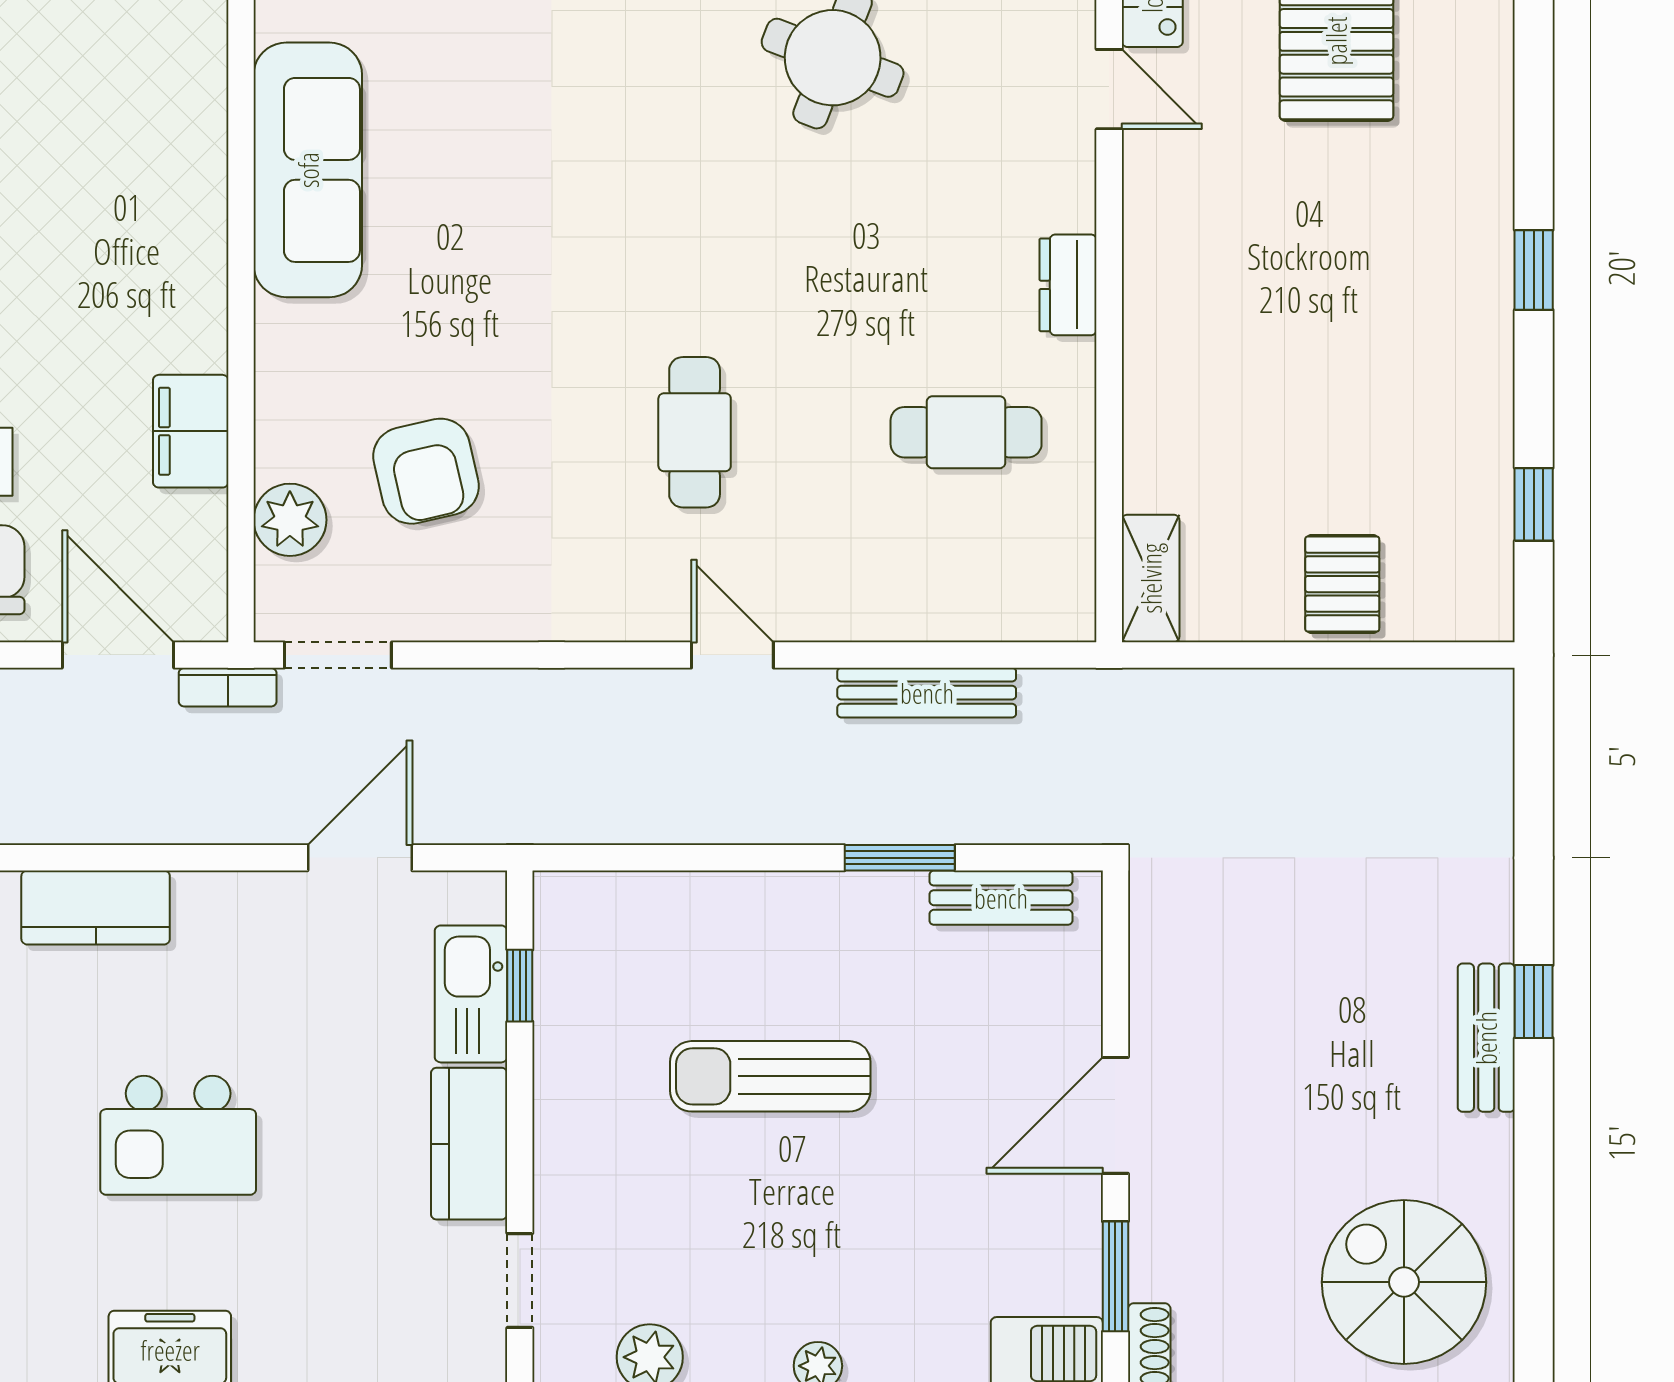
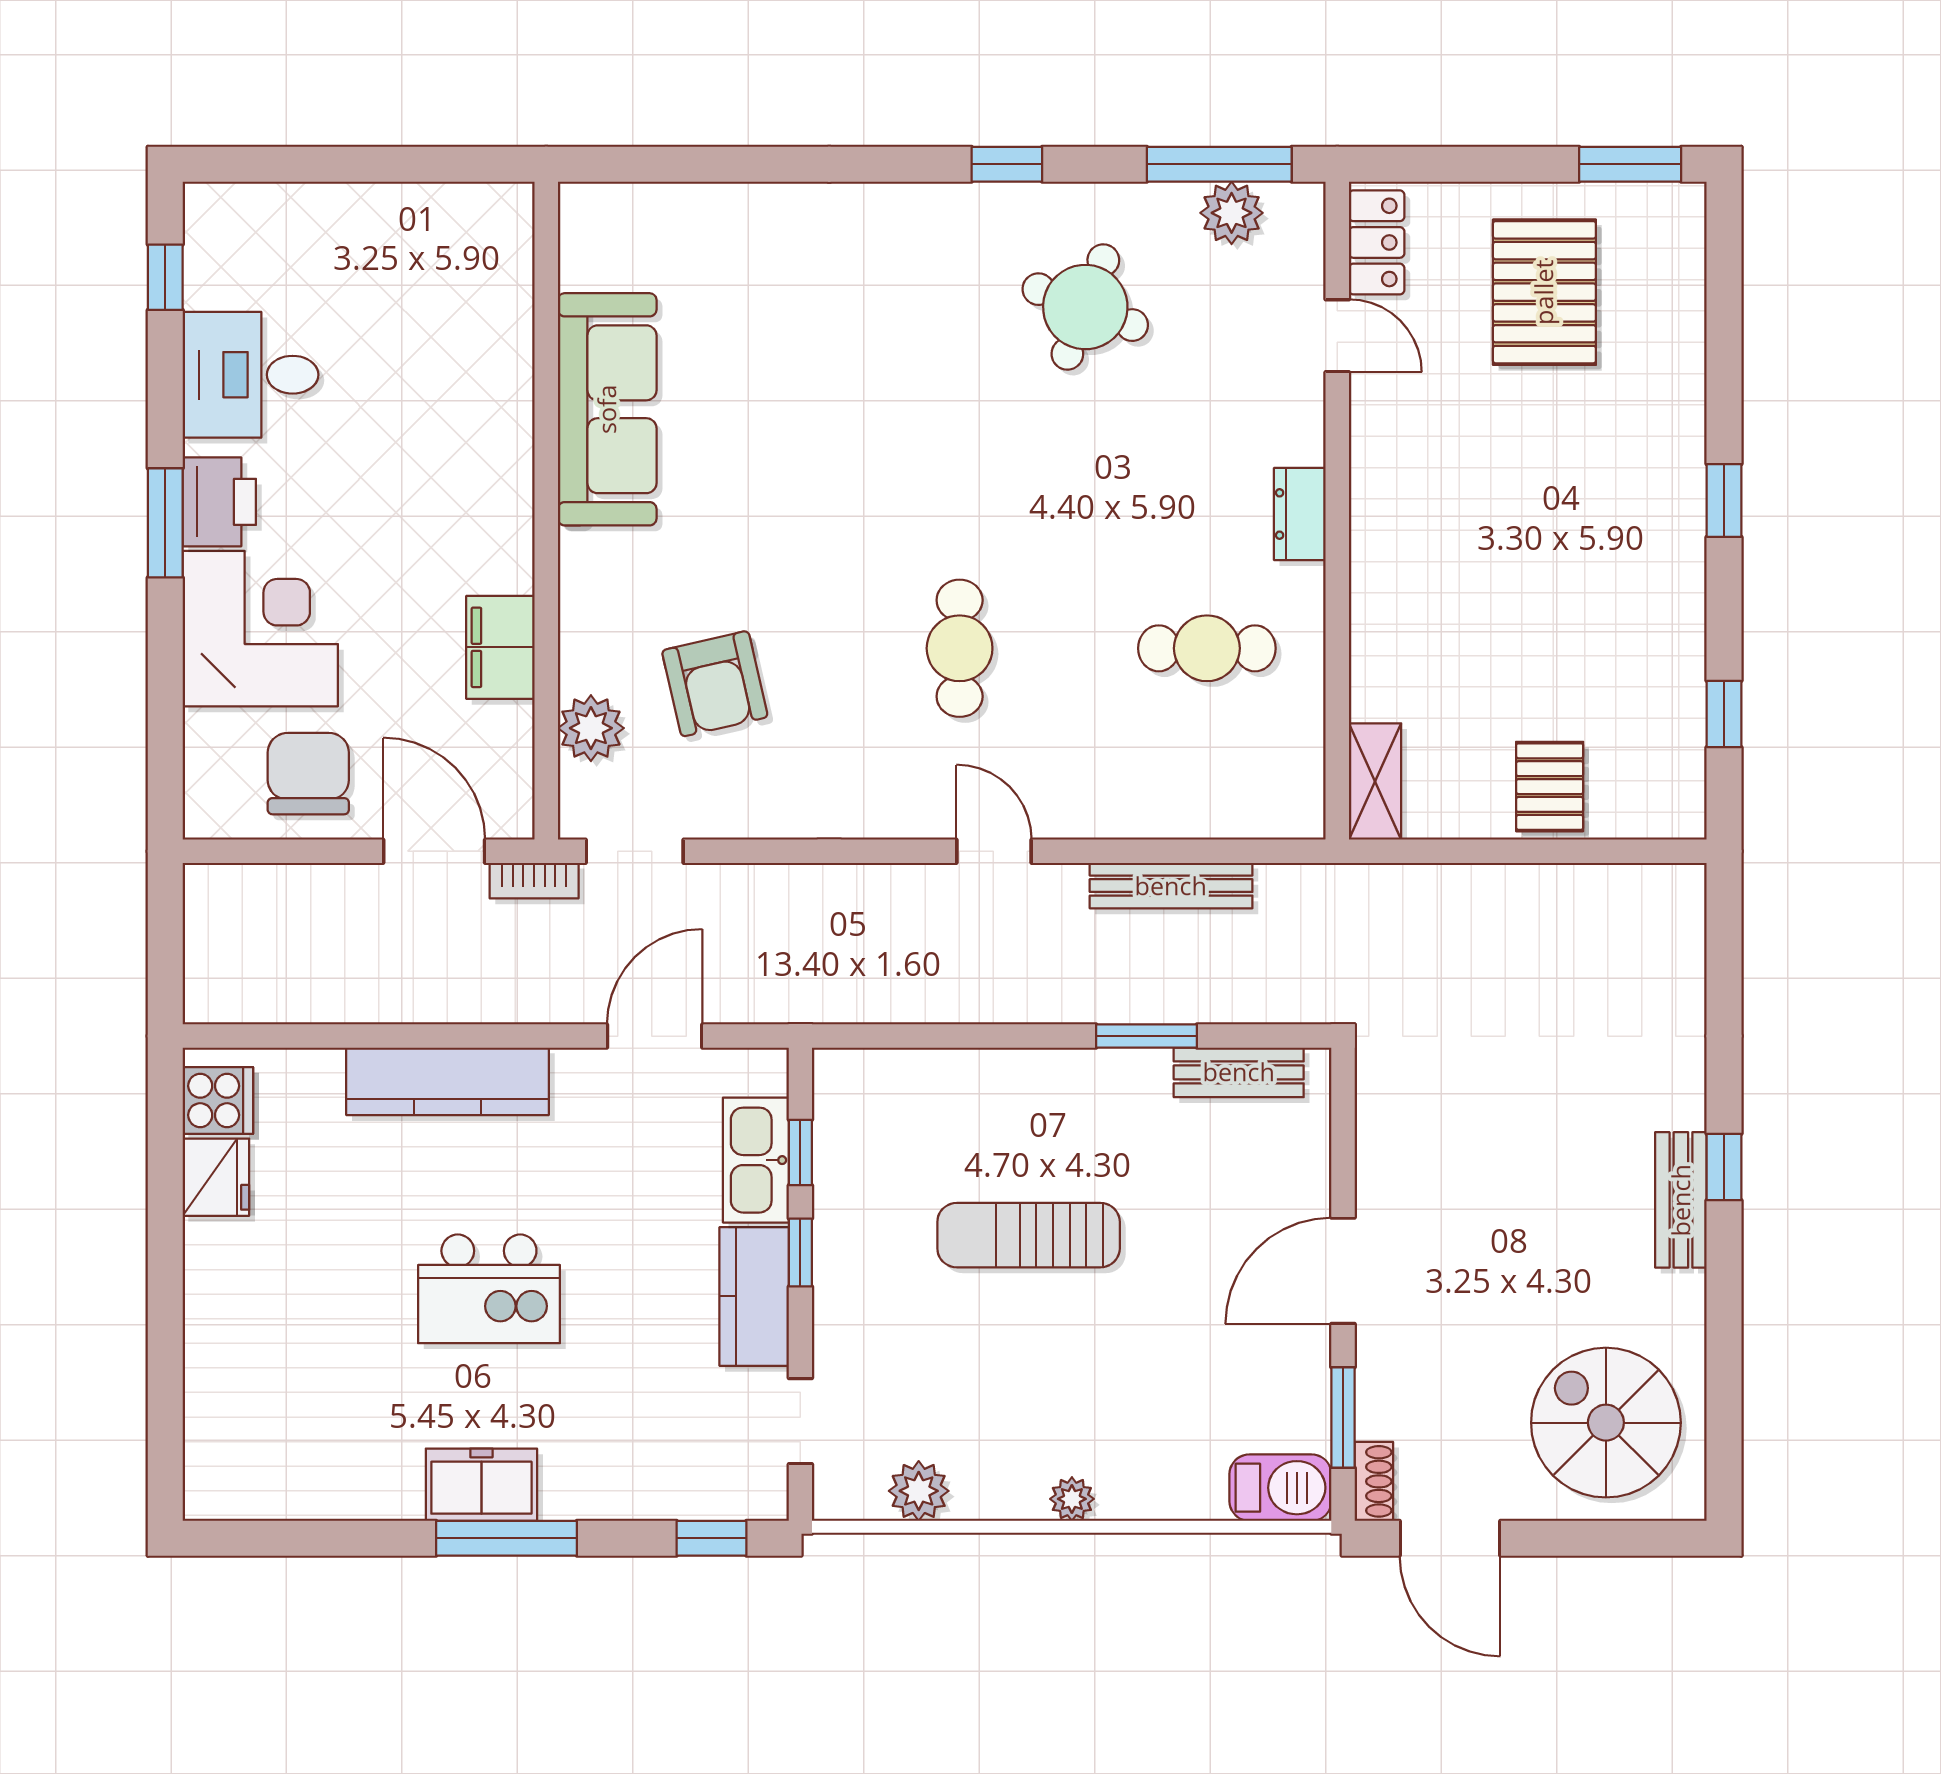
kitchen counter: (96, 908) -> (448, 1081), width x1.50
window: (520, 1095) -> (800, 1253), added

